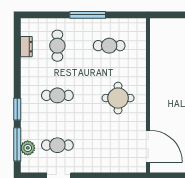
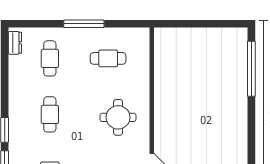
dresser: (26, 47) -> (15, 43), moved
cafe table: (57, 95) -> (50, 114), turned 90

